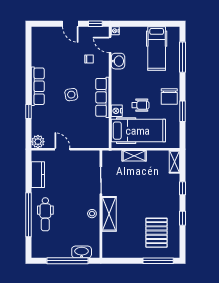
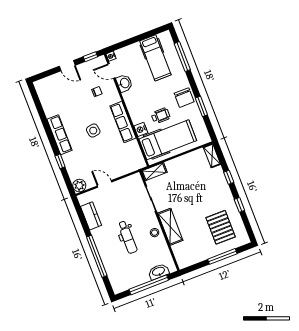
shelving: (134, 156) -> (154, 172), moved
dental chair: (45, 214) -> (128, 237), moved
window: (158, 261) -> (222, 256), moved

